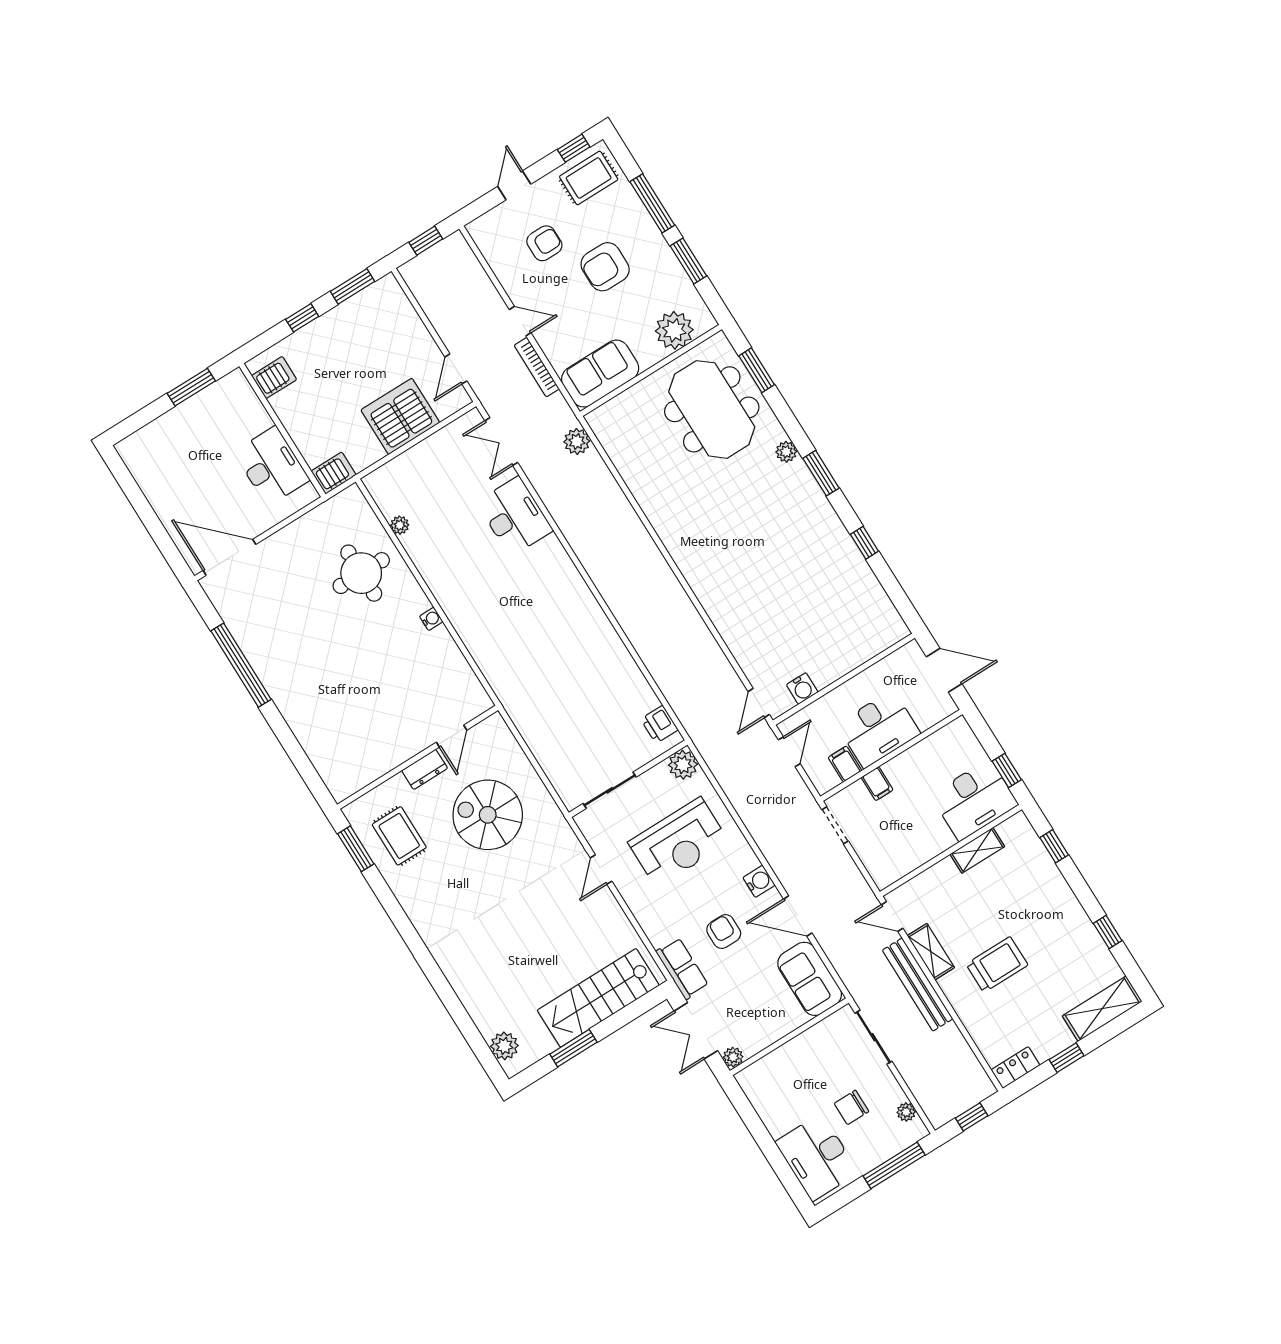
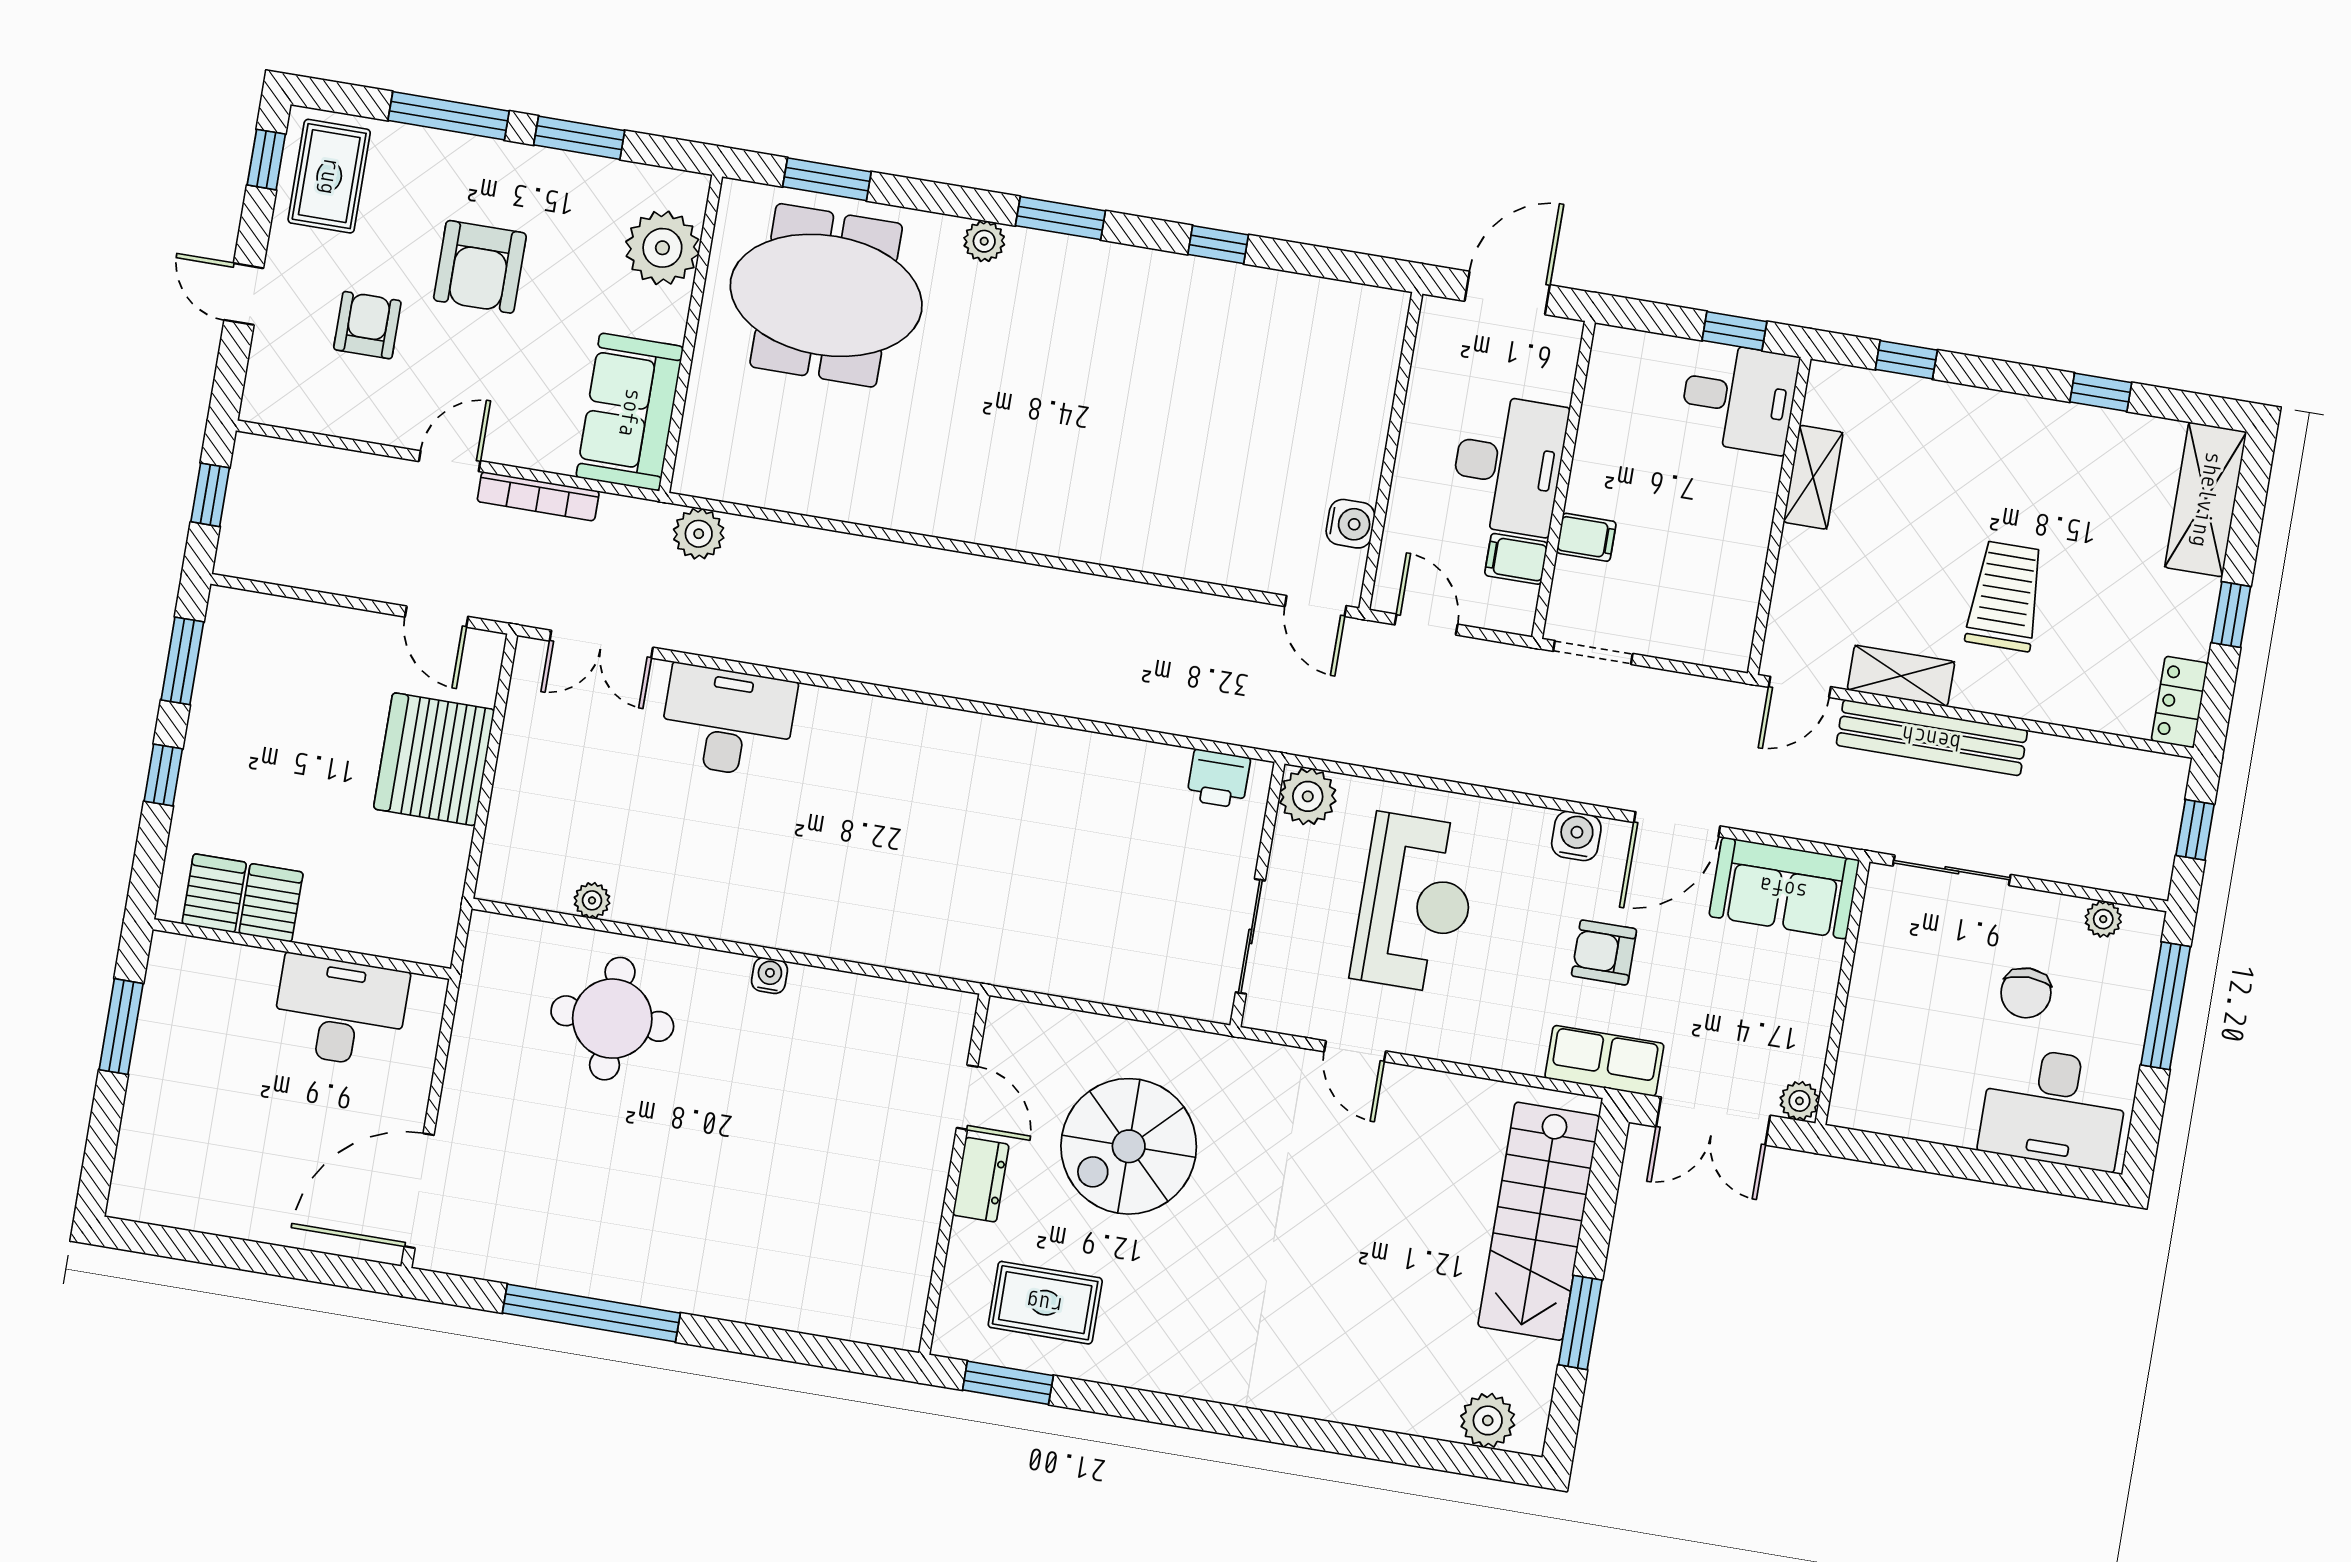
server rack: (334, 473) -> (271, 903), moved
desk: (974, 800) -> (1739, 398), width x0.73

